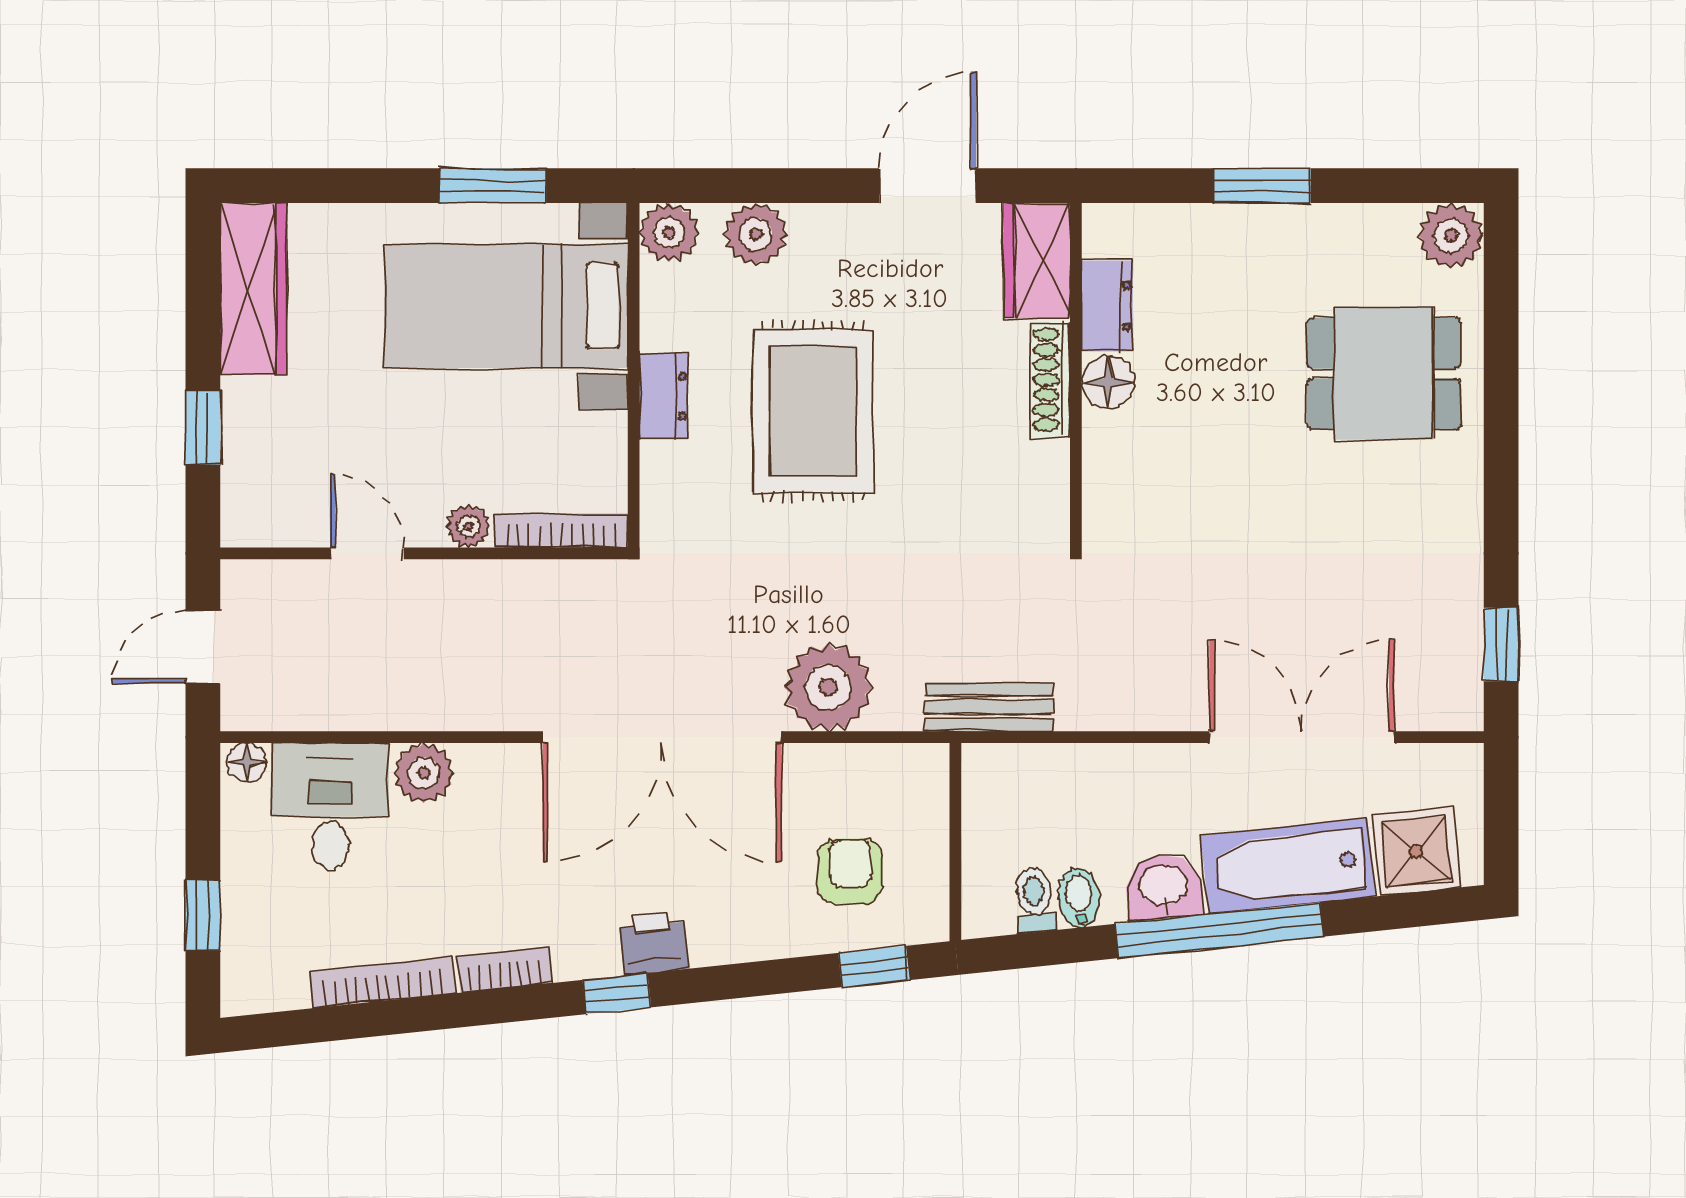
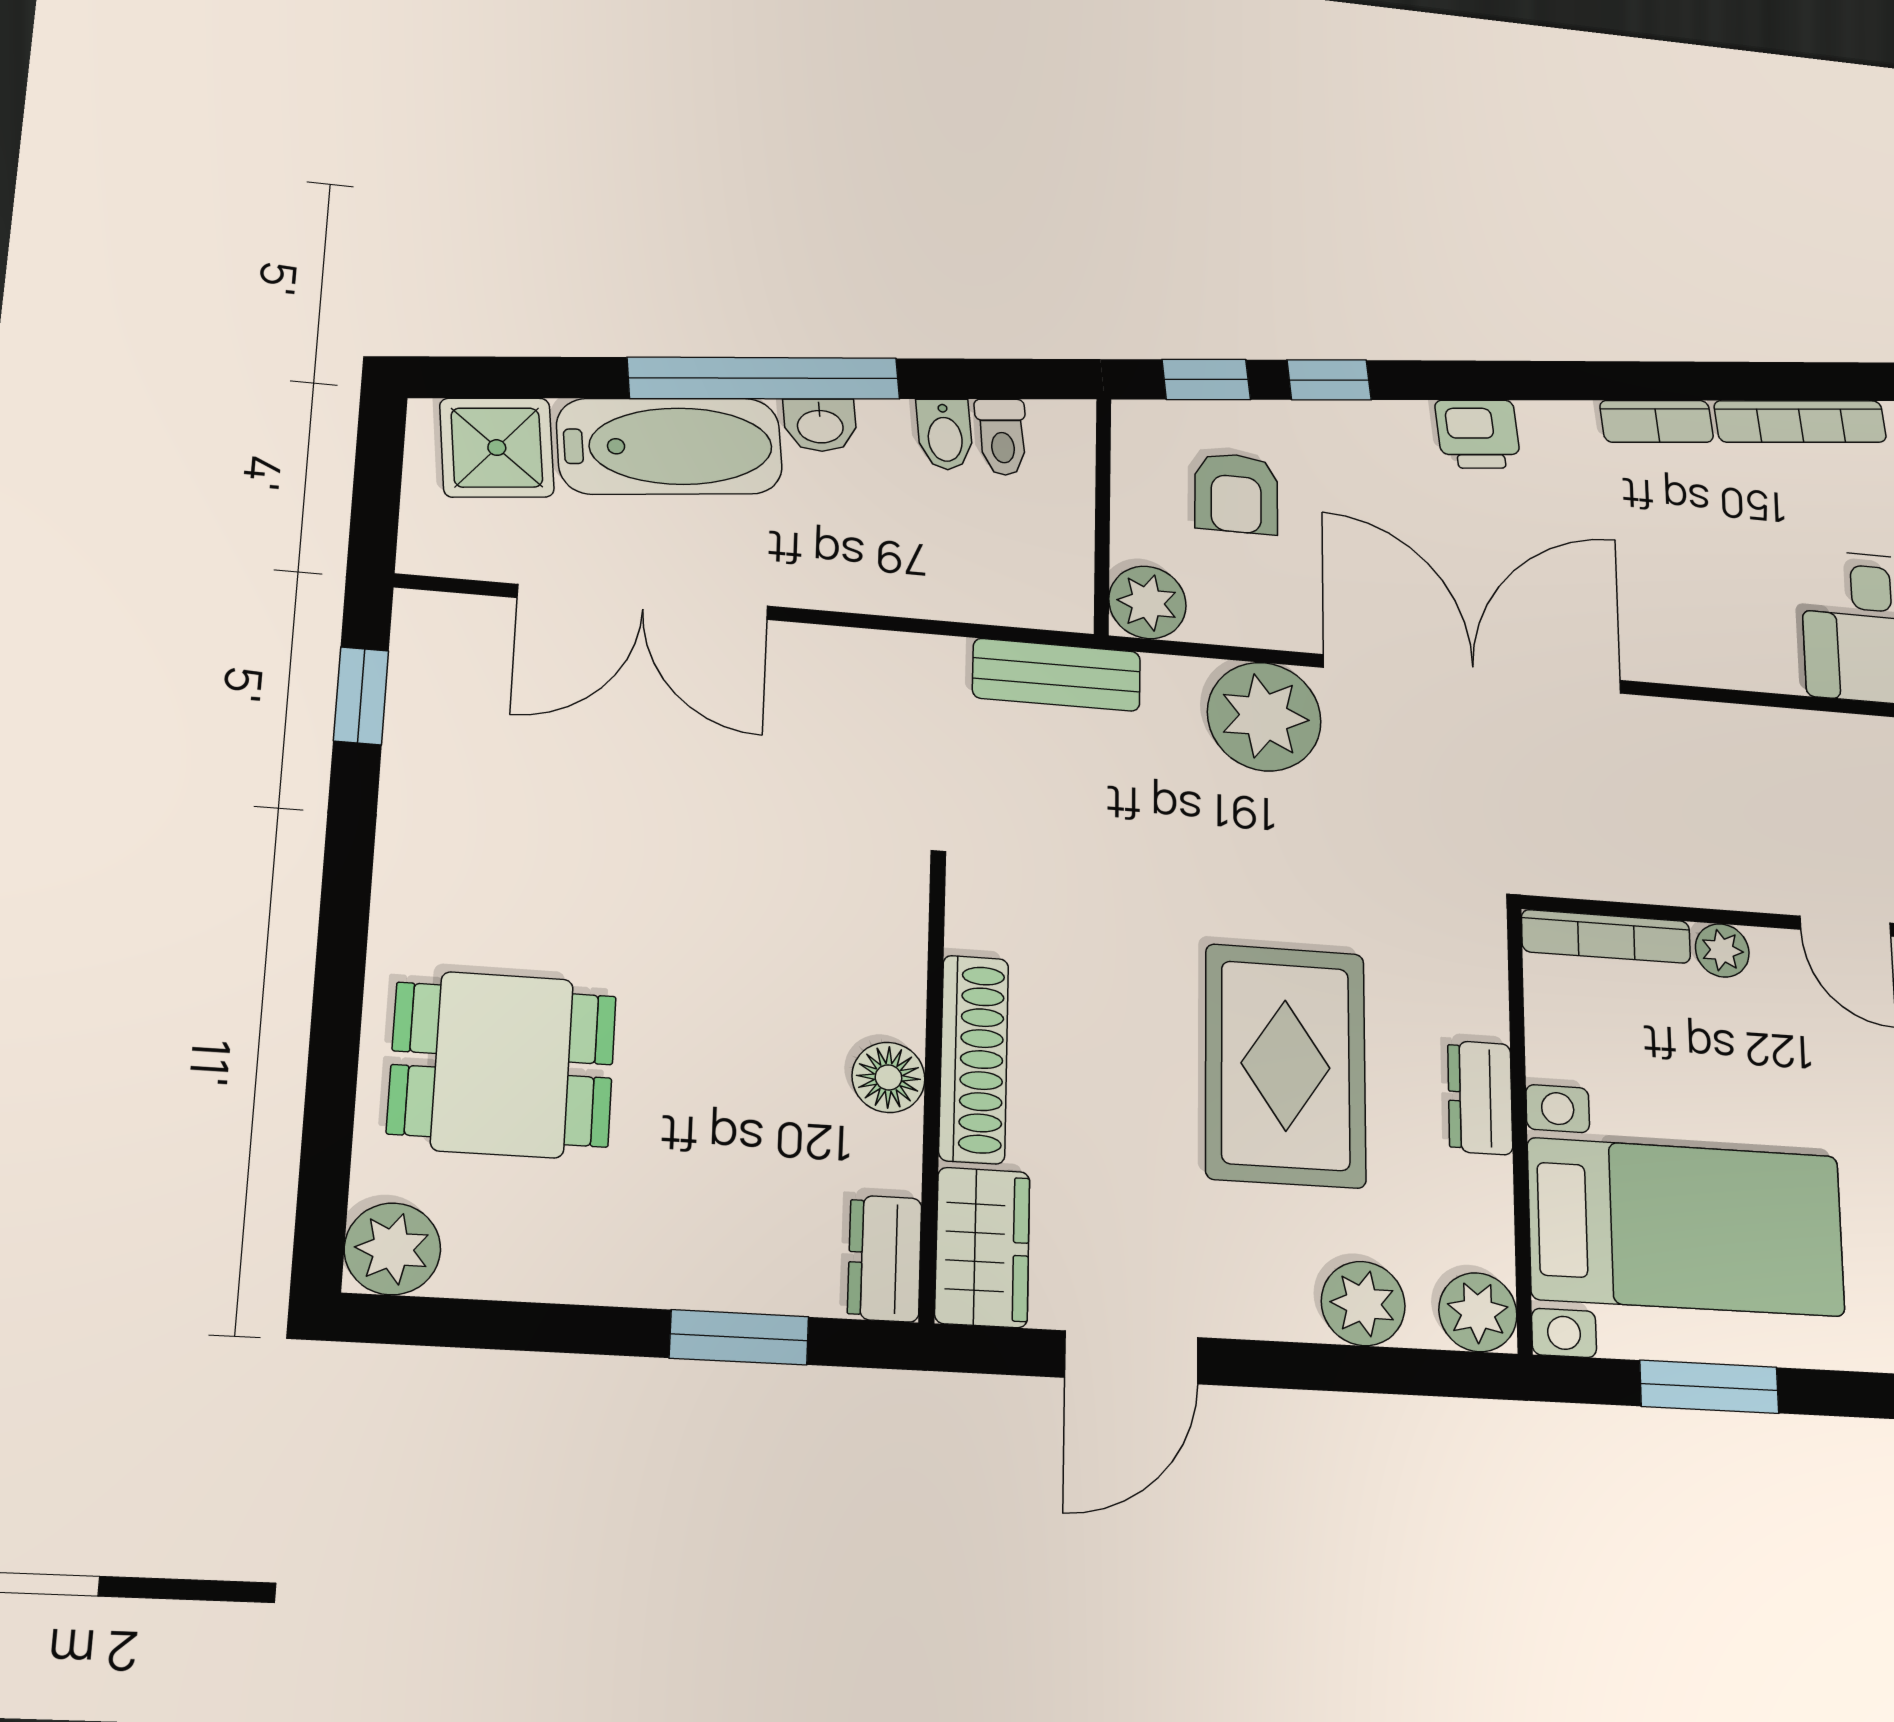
window: (1262, 186) -> (739, 1337), moved
dresser: (1107, 306) -> (885, 1258), moved
shoe rack: (1051, 380) -> (974, 1059), width x1.36, depth x1.24
plant: (424, 773) -> (1147, 602), moved
washbasin: (1164, 887) -> (820, 425), width x0.72, depth x0.69
window: (617, 994) -> (1329, 380), moved

